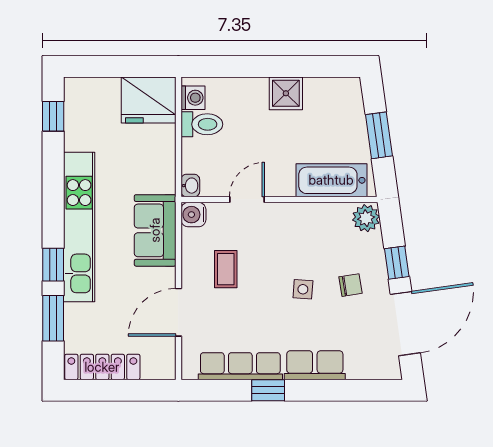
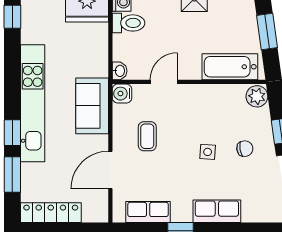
row of seats: (240, 366) -> (148, 212), width x0.68

